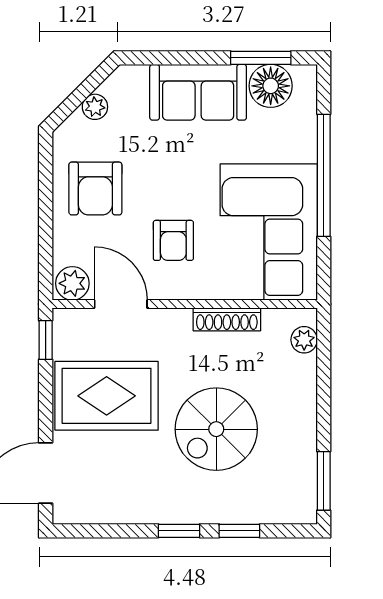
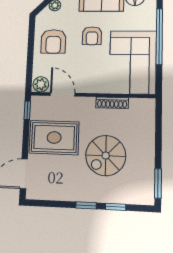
armchair: (173, 240) -> (92, 36), moved
plant: (304, 340) -> (149, 113), removed

